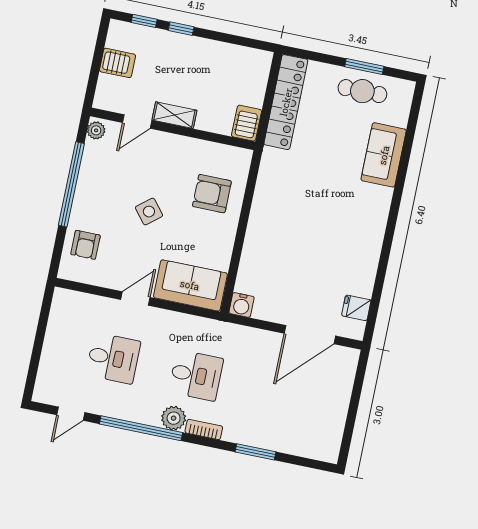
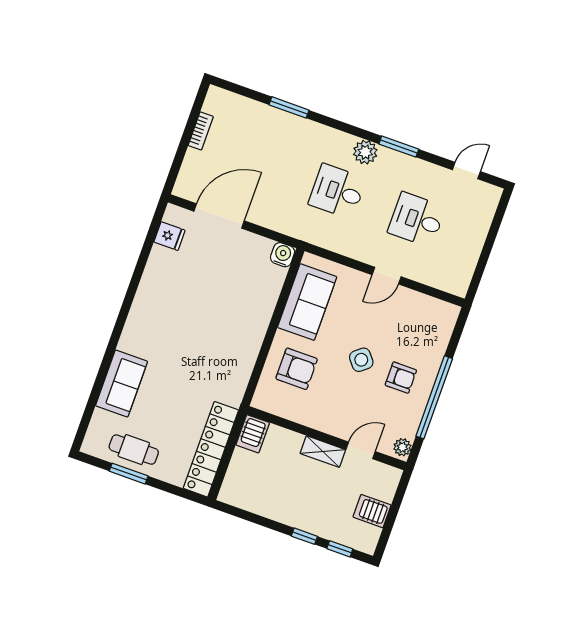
armchair: (85, 245) -> (401, 378), moved, turned 90
sofa: (190, 285) -> (307, 302), moved, turned -90
window: (141, 428) -> (399, 147), width x0.47
bookcase: (204, 429) -> (201, 131), moved, turned -90

